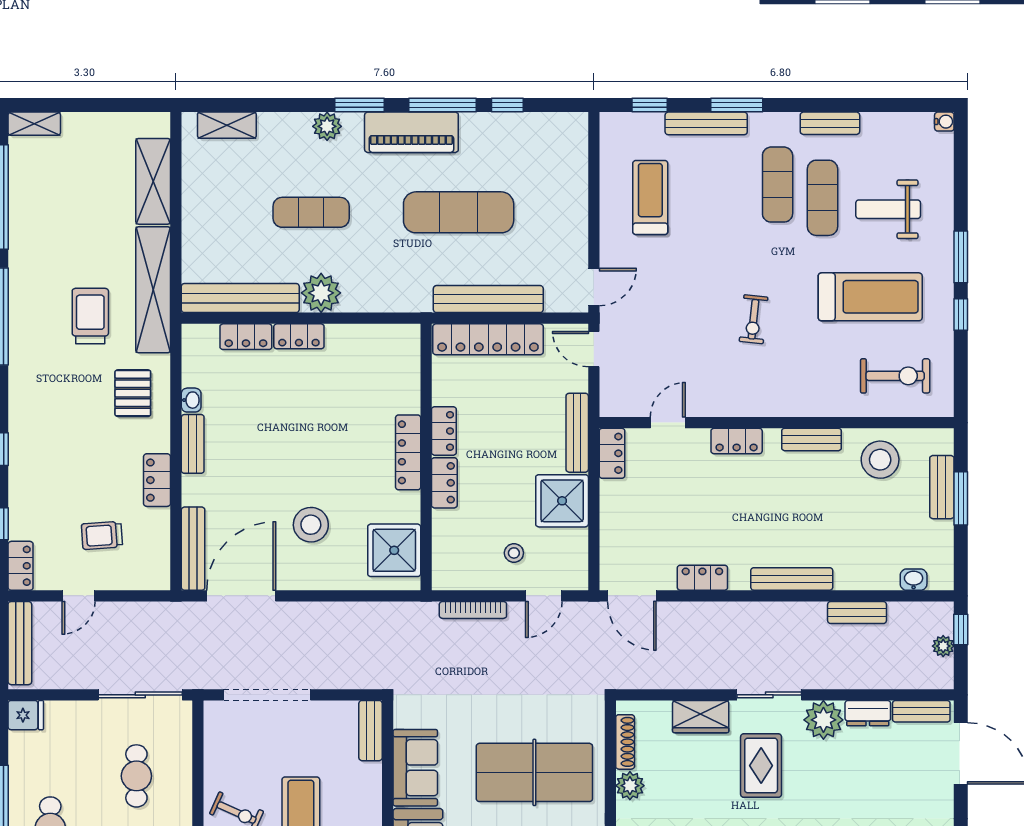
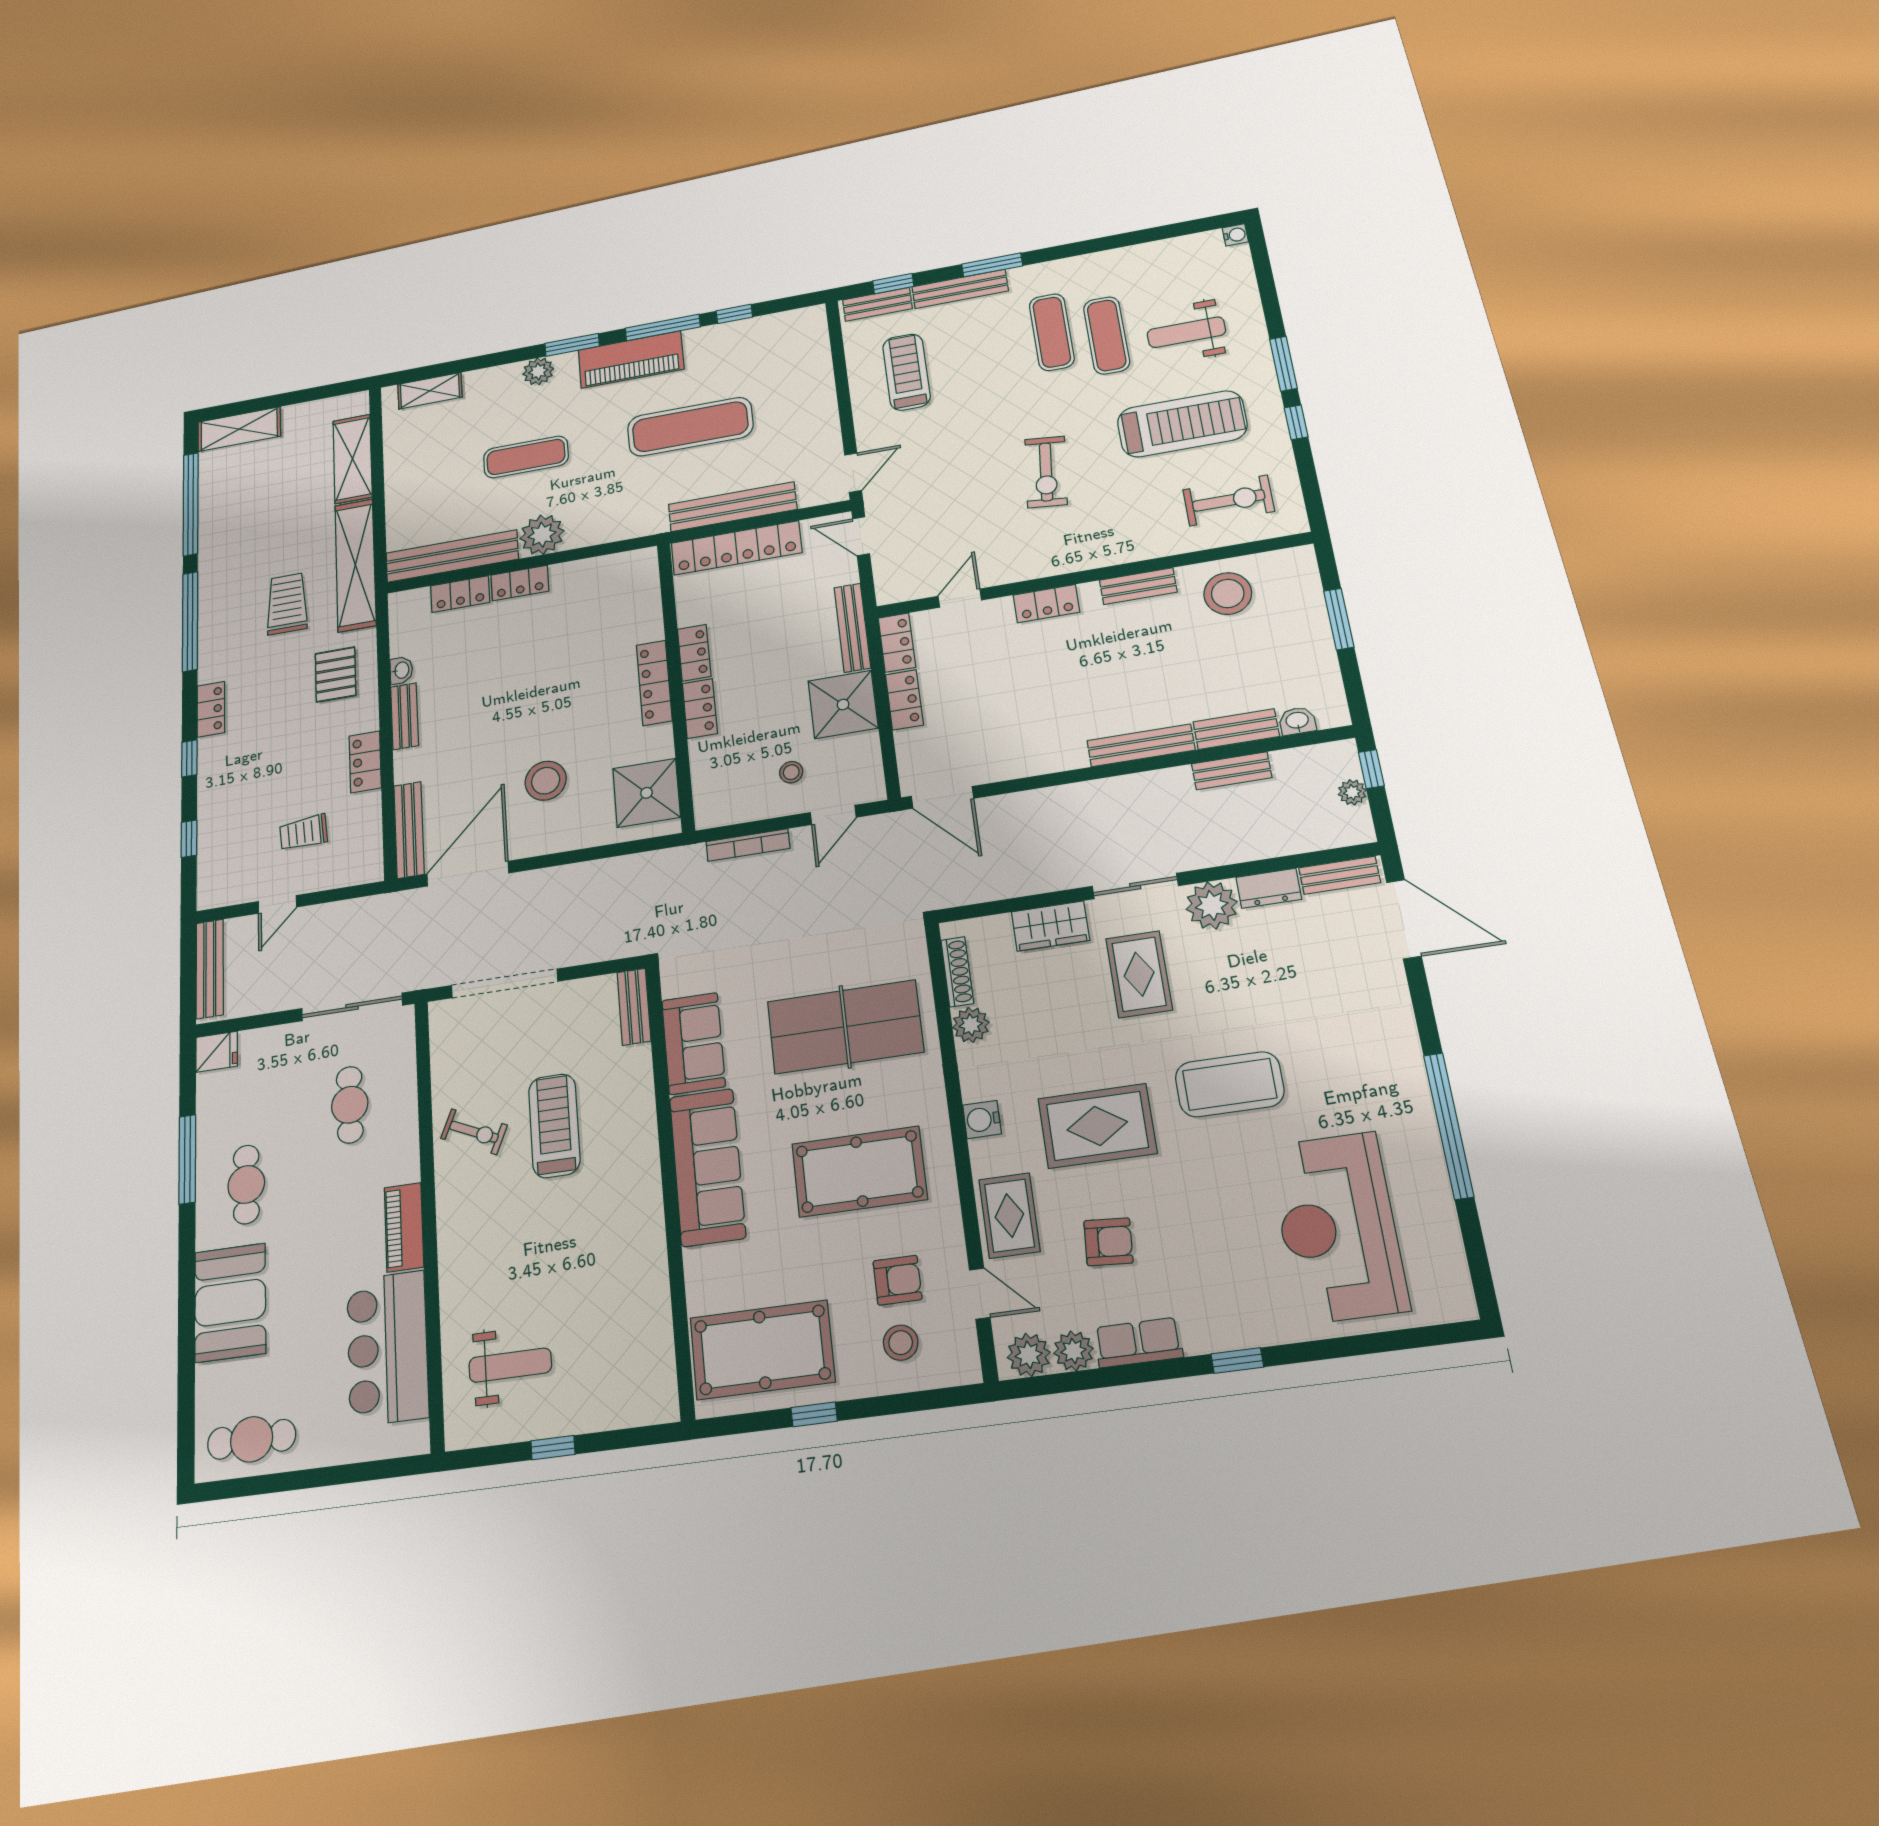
bench: (830, 123) -> (877, 304), moved
shelving: (34, 124) -> (239, 429), width x1.50, depth x1.33
exercise bike: (754, 319) -> (1046, 472), width x1.38, depth x1.39
bench: (942, 487) -> (1236, 729), moved, turned 90
locker: (21, 566) -> (211, 709), moved
locker: (702, 578) -> (904, 700), moved, turned 90

